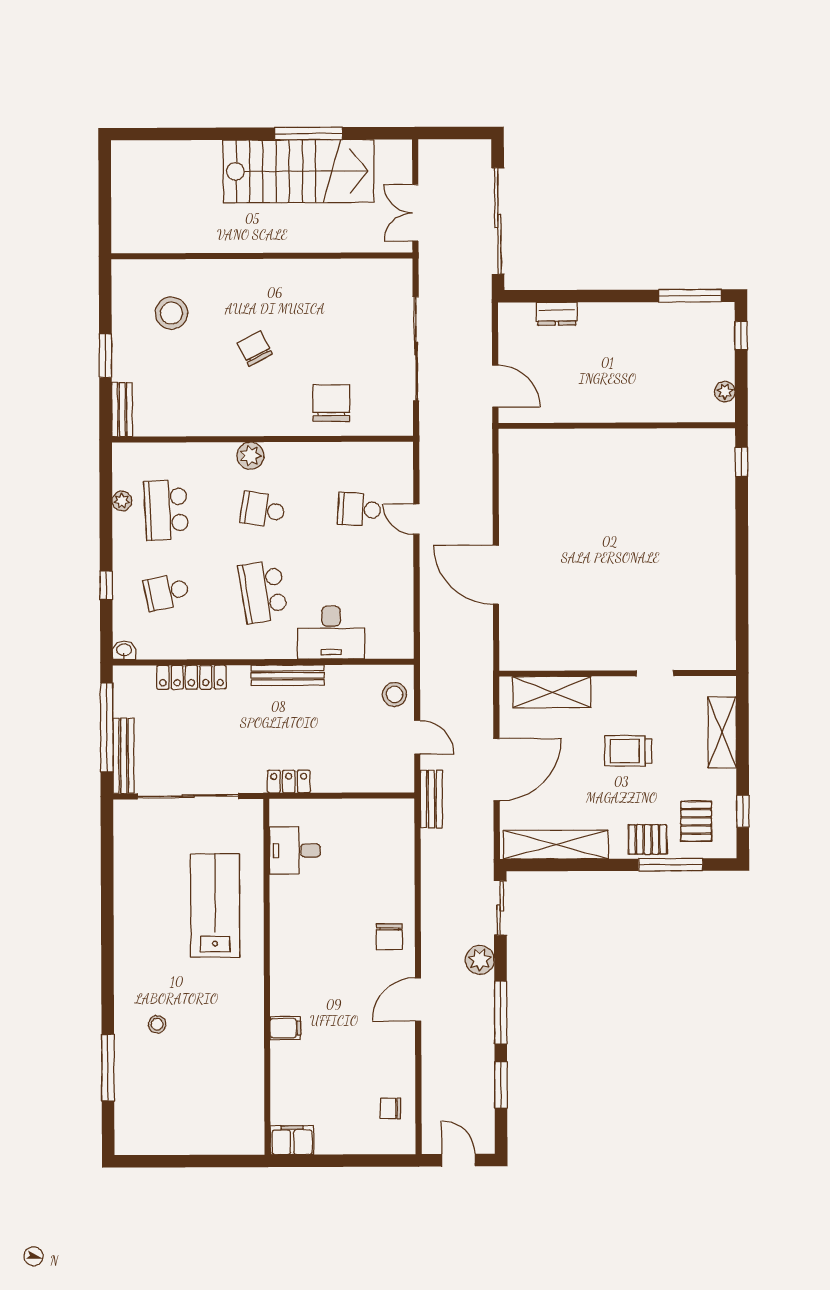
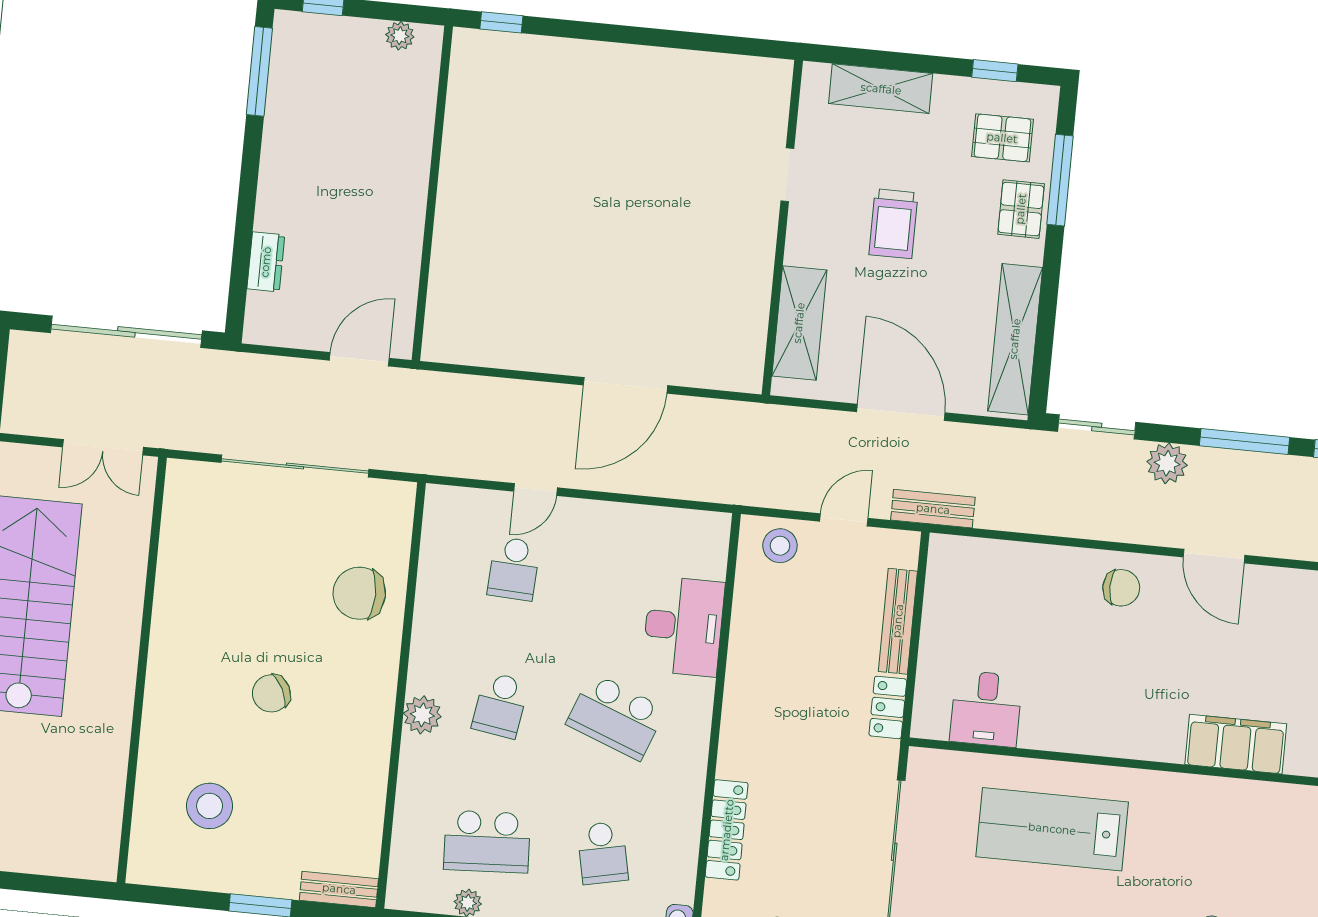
school desk: (263, 592) -> (616, 717), turned 30
bench: (288, 675) -> (898, 621), moved
filing cabinet: (285, 1028) -> (1236, 744), width x3.00, depth x1.17

